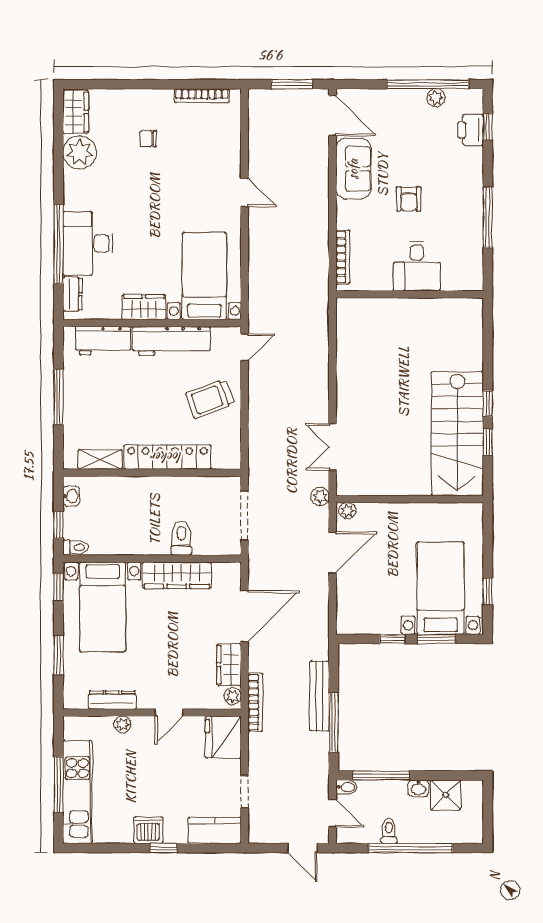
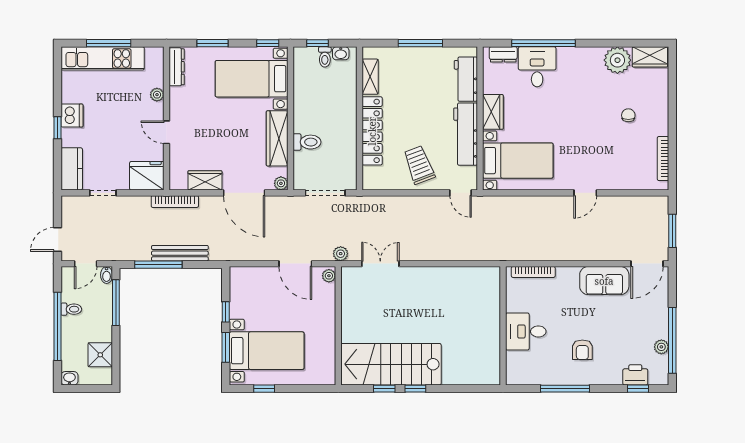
armchair: (409, 199) -> (582, 350), moved, turned -90
desk: (88, 243) -> (537, 67), width x0.73
toilet: (76, 547) -> (325, 57), moved
plant: (233, 696) -> (281, 183), moved
dresser: (112, 700) -> (177, 67), moved
washbasin: (418, 788) -> (69, 378), moved, turned 90

